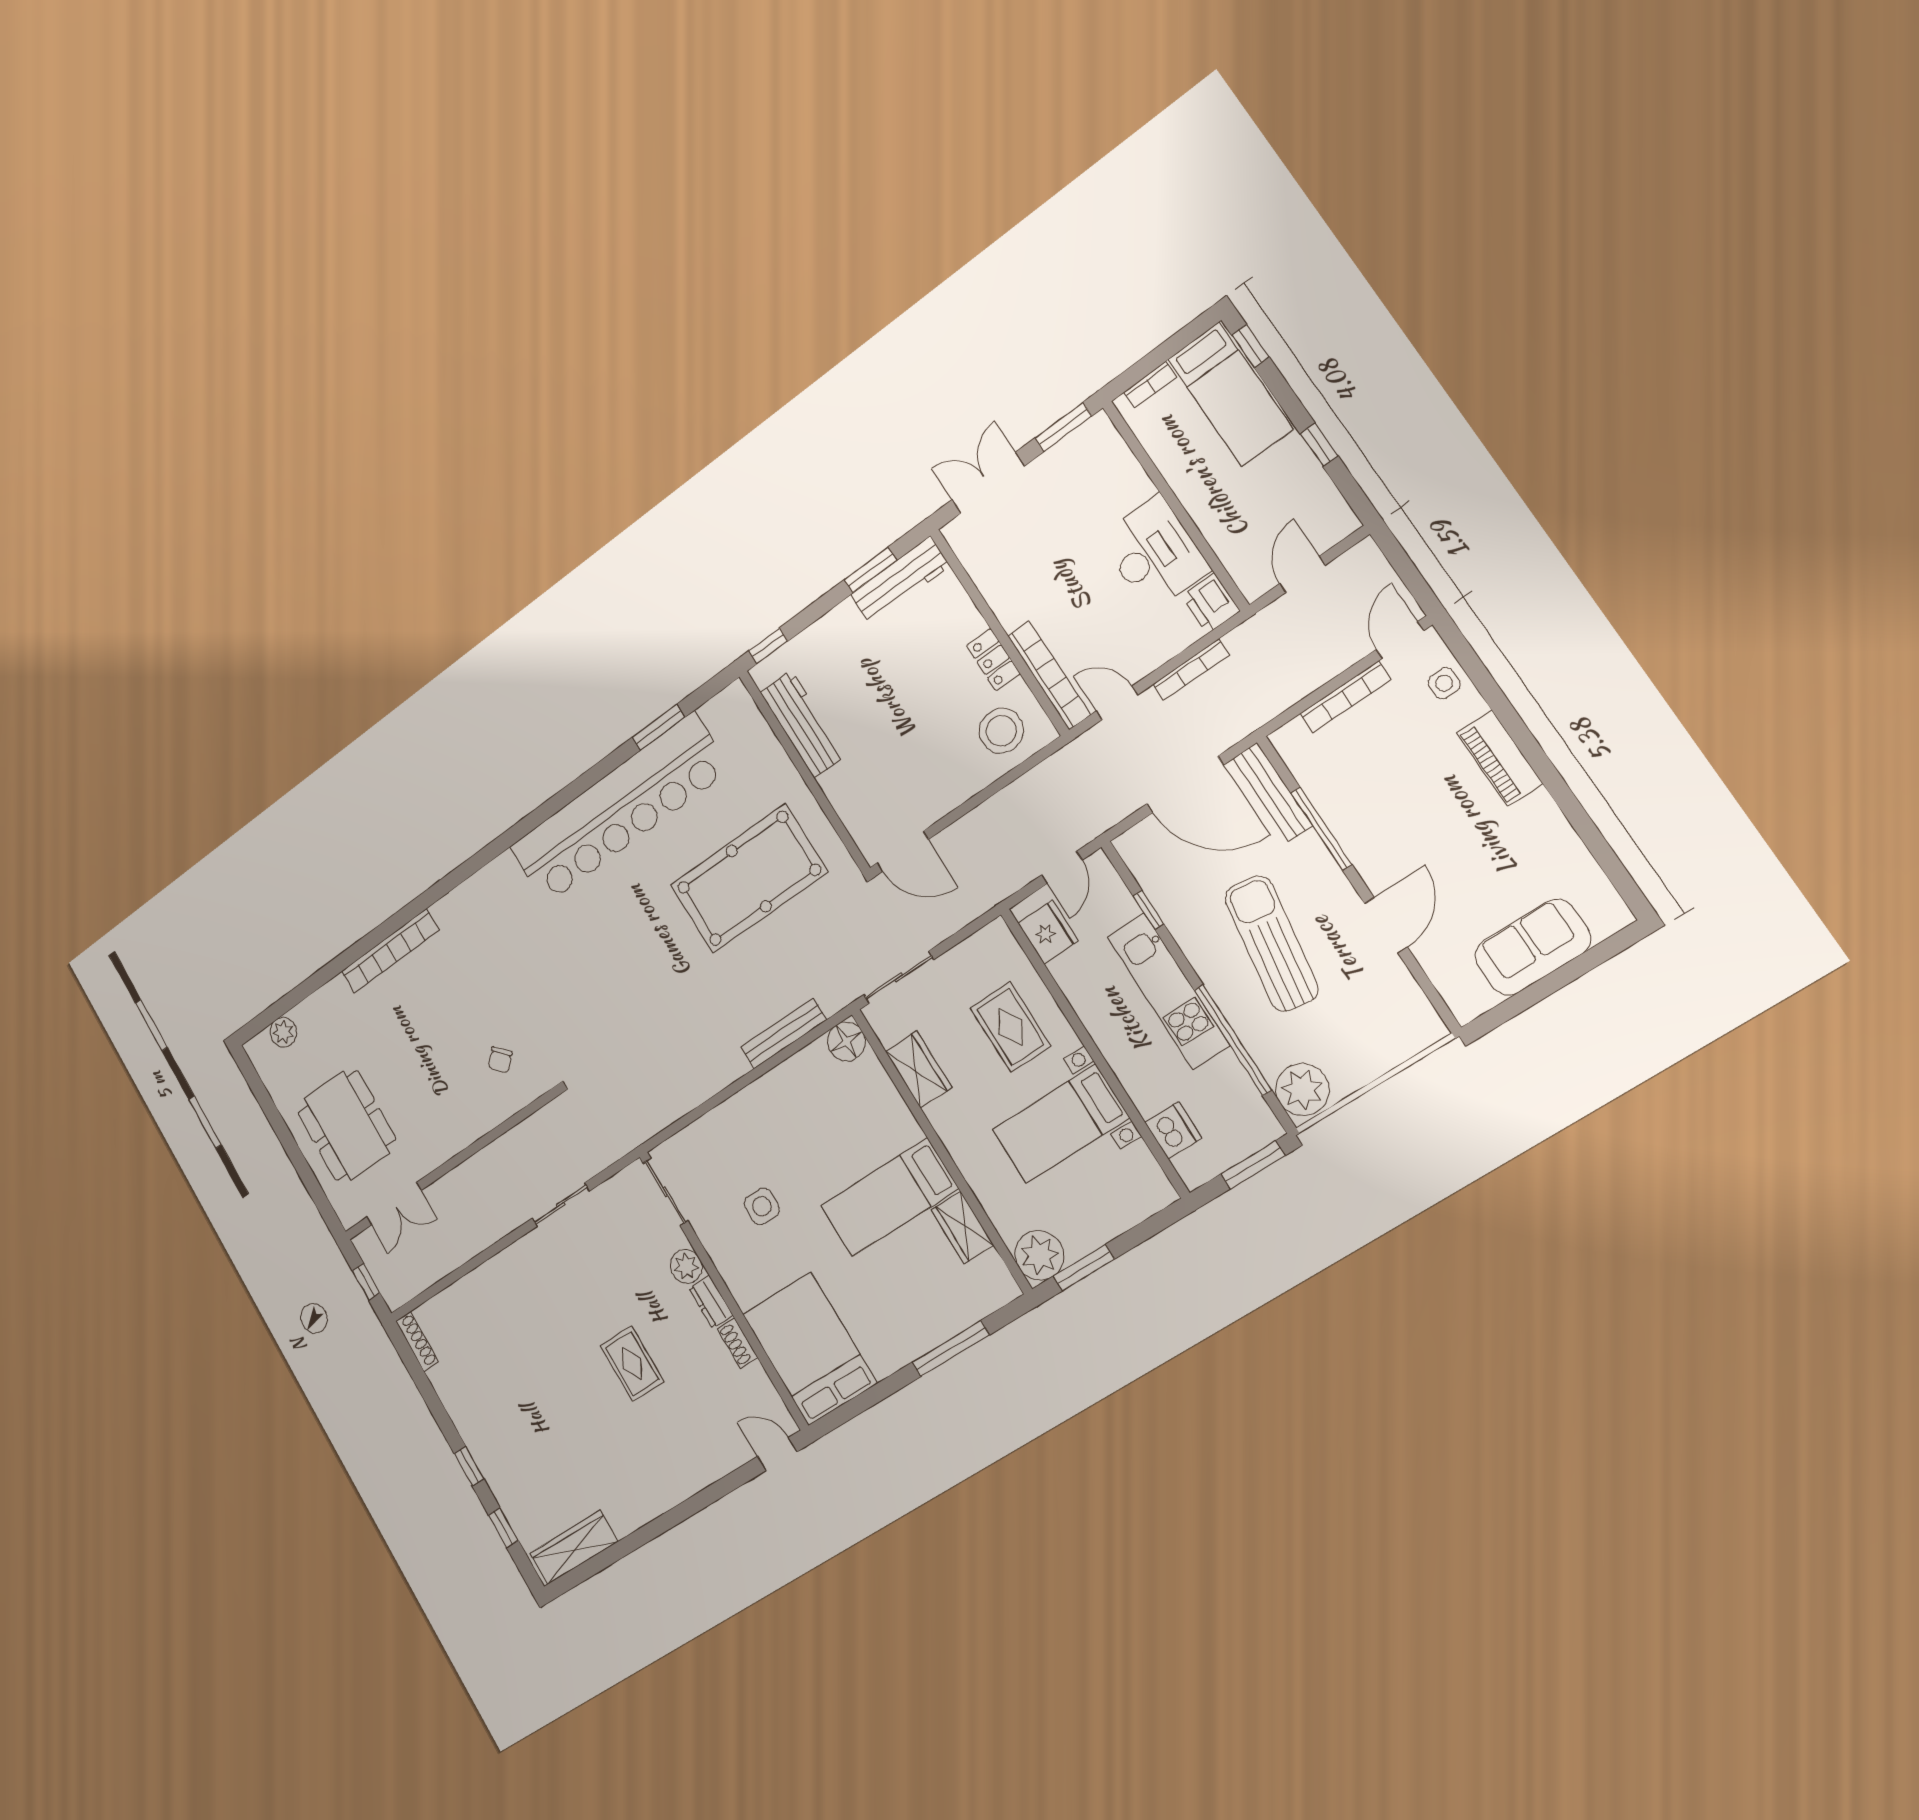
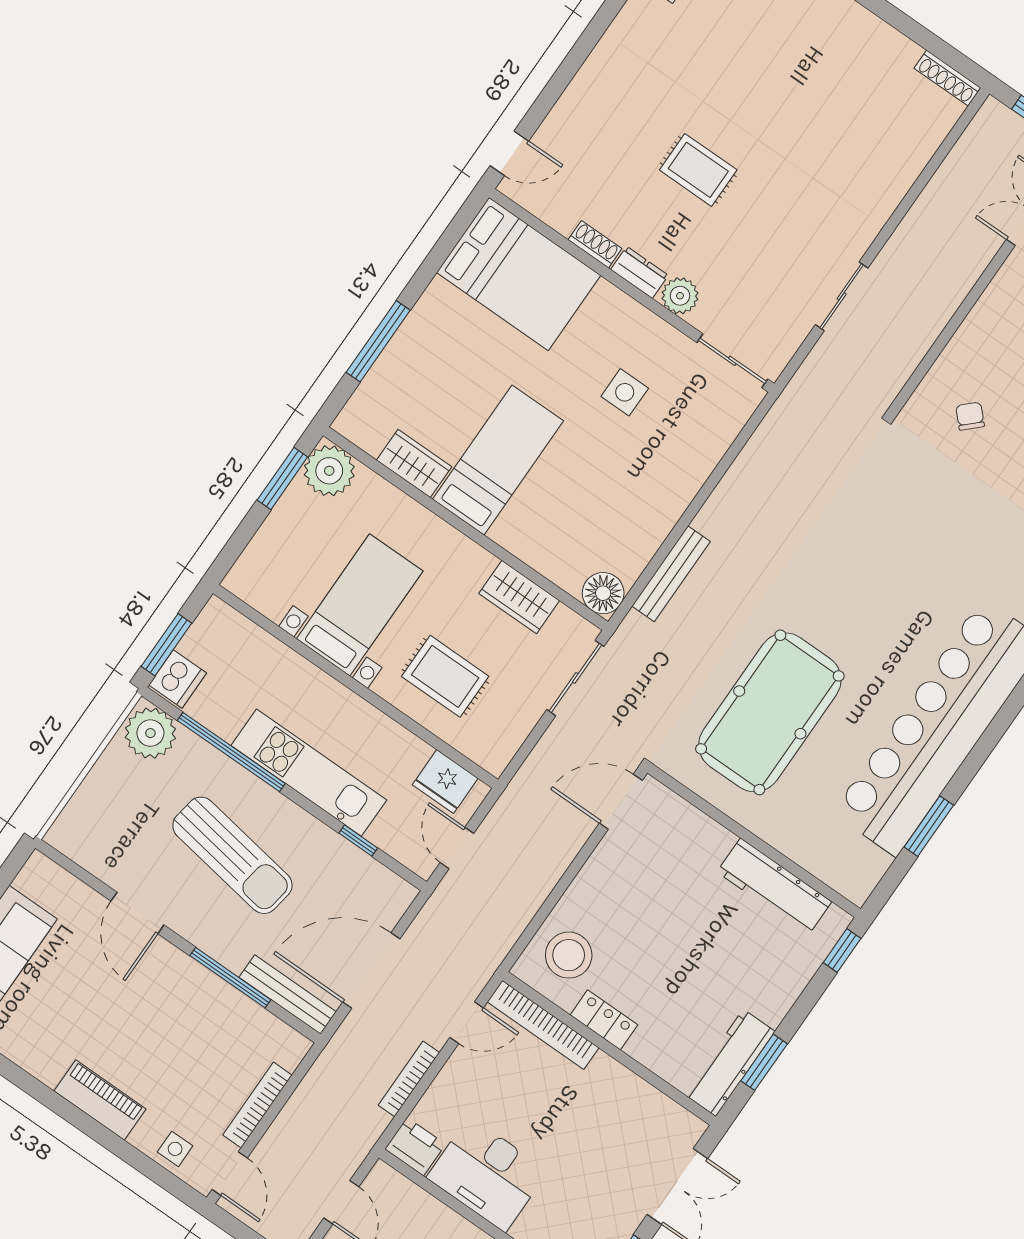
dishwasher: (1173, 1130) -> (178, 679), moved, turned -90

